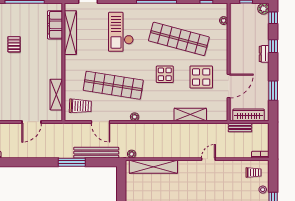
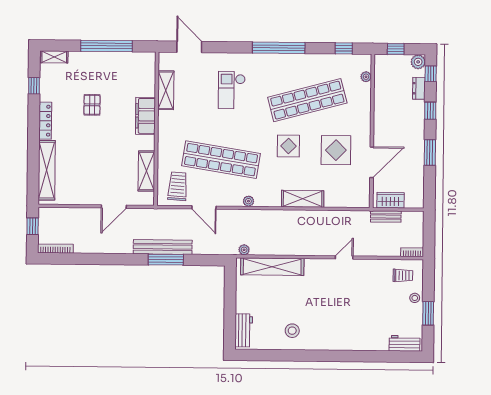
filing cabinet: (55, 25) -> (145, 116), moved
checkout: (121, 32) -> (232, 90), width x0.73, depth x0.83
shelving: (70, 33) -> (166, 90), width x0.68
shop shelf: (179, 39) -> (307, 100), turned -30
dresser: (264, 54) -> (419, 88), moved
window: (273, 91) -> (430, 153), moved
trolley: (80, 106) -> (178, 186), turned -88
shelving: (190, 115) -> (303, 199), moved
wardrobe: (249, 115) -> (390, 200), width x0.67
bench: (96, 153) -> (163, 247), moved

